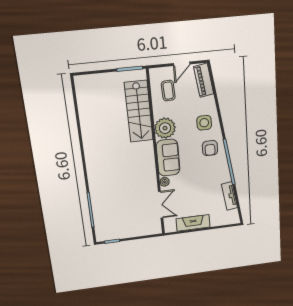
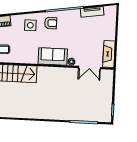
plant: (165, 128) -> (30, 56), removed
double door: (161, 205) -> (89, 68), swing flipped
fireplace: (193, 223) -> (109, 54), moved

